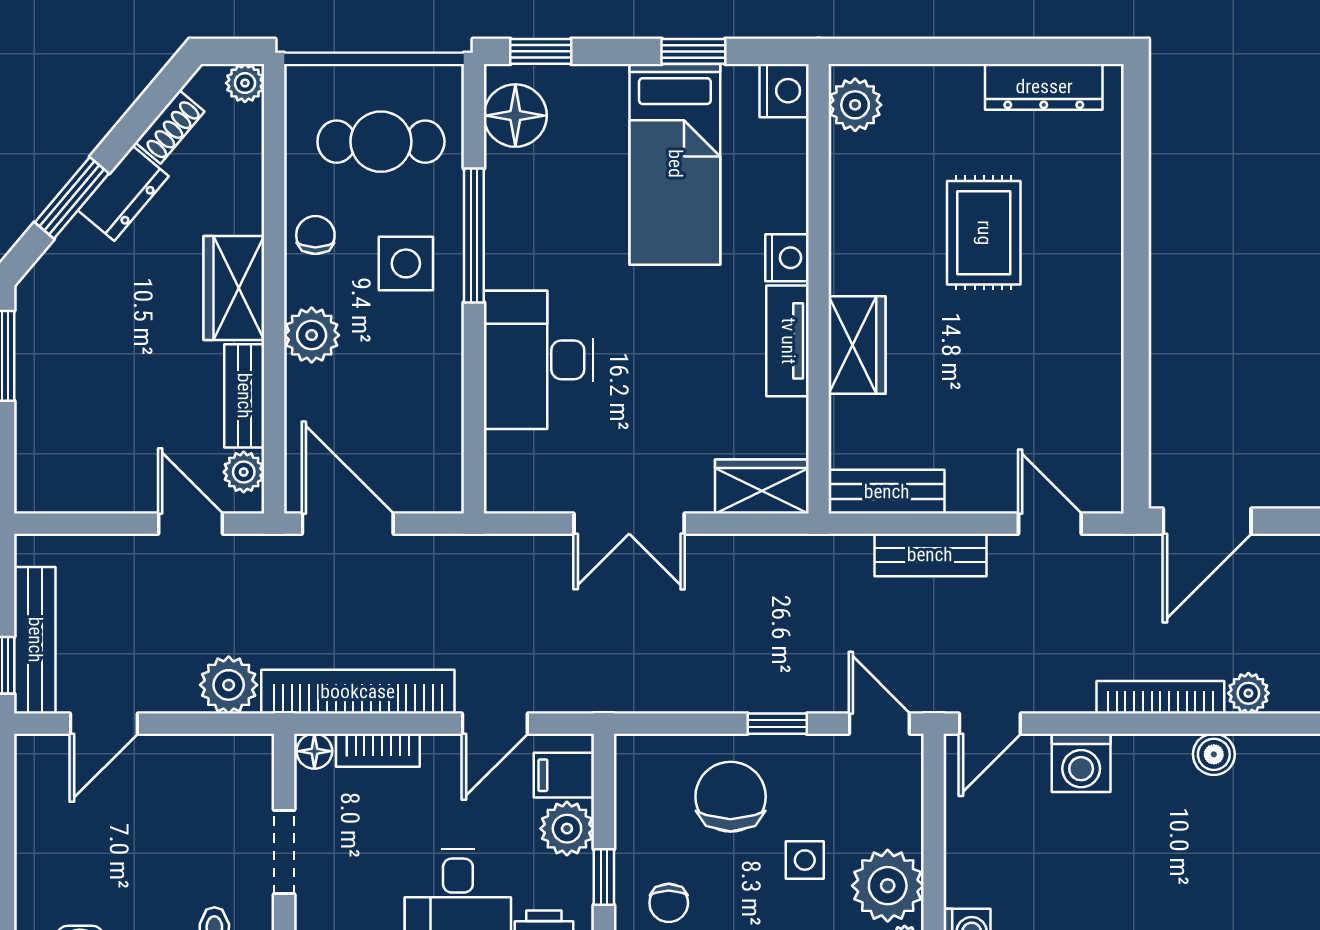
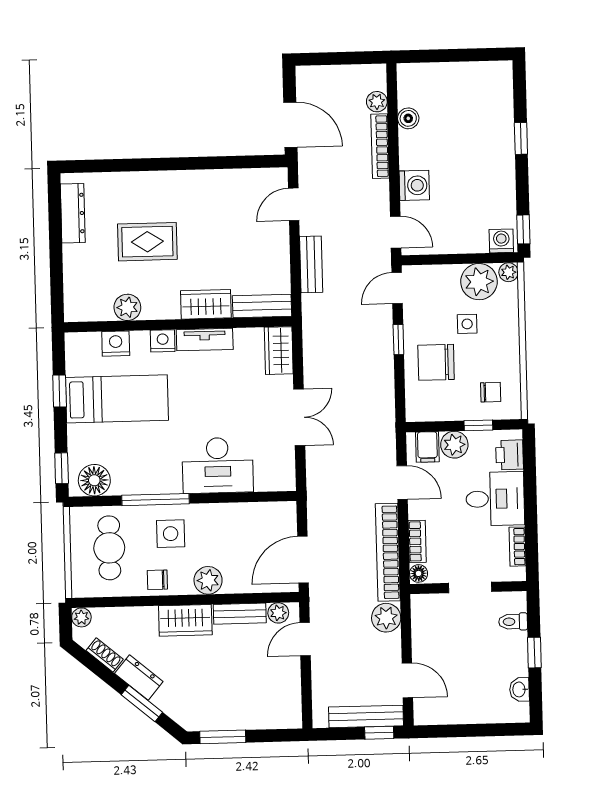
nightstand: (784, 91) -> (116, 344), moved
plant: (855, 105) -> (127, 307), moved
bench: (887, 492) -> (262, 306), moved, turned 90

